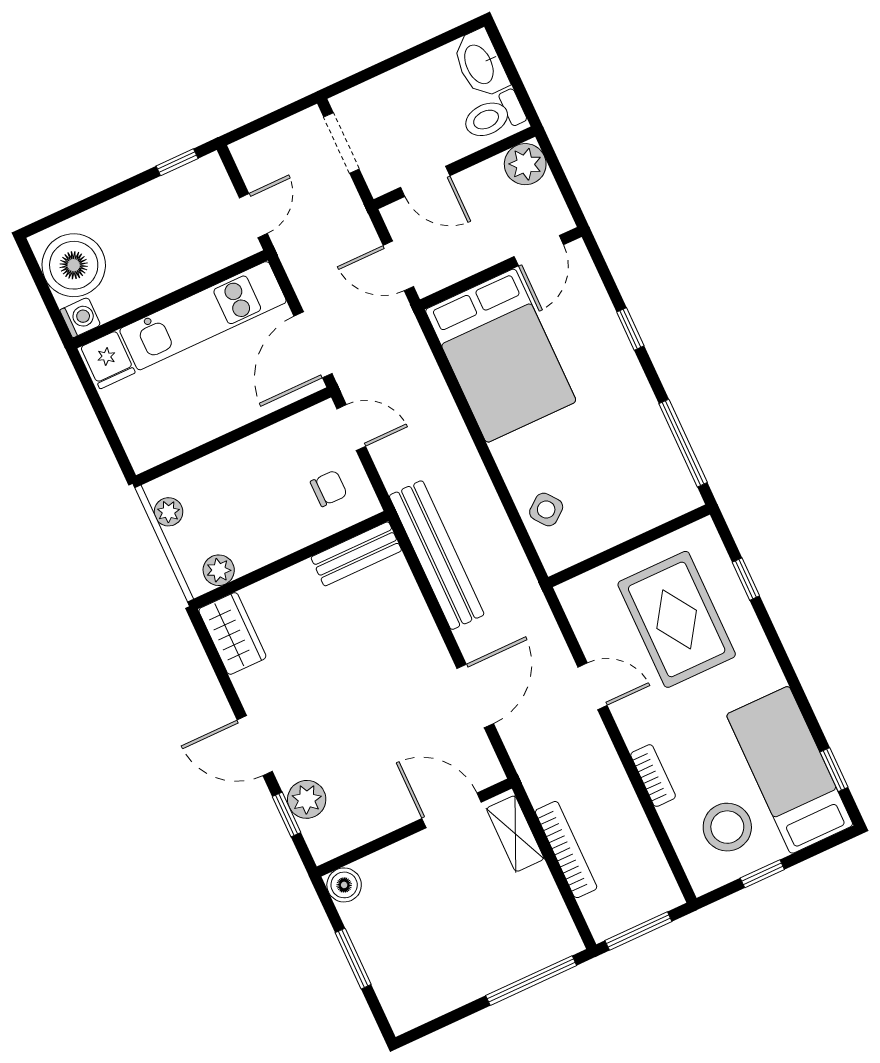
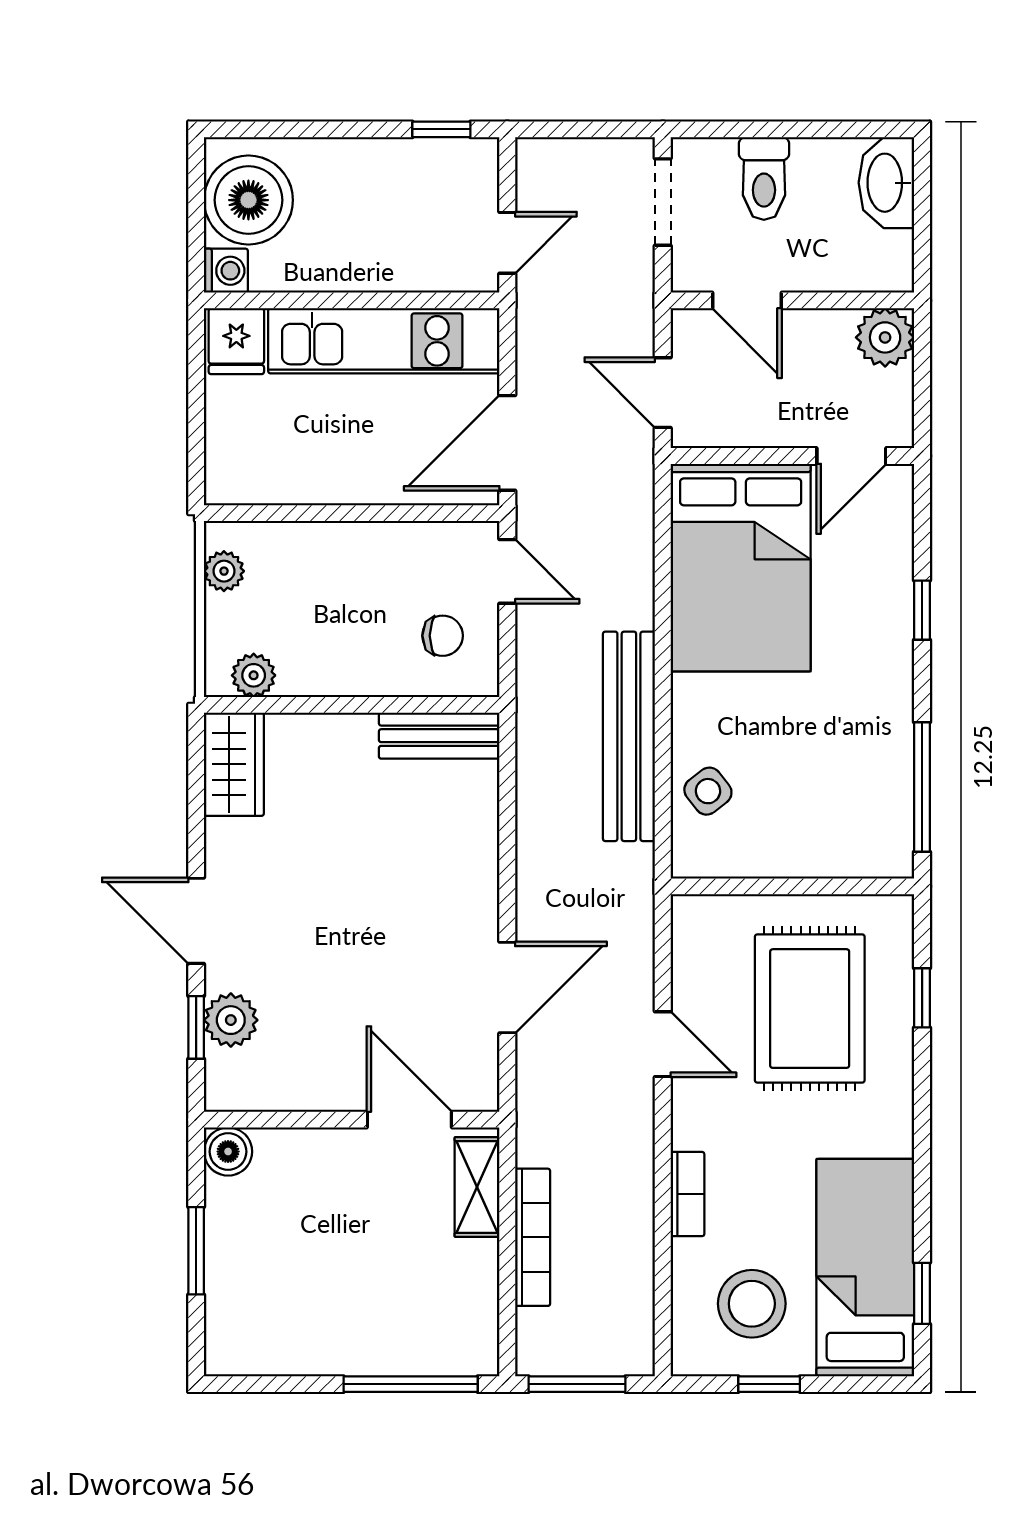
toilet: (494, 116) -> (764, 178), moved, turned -90
bench: (437, 555) -> (629, 736), moved

